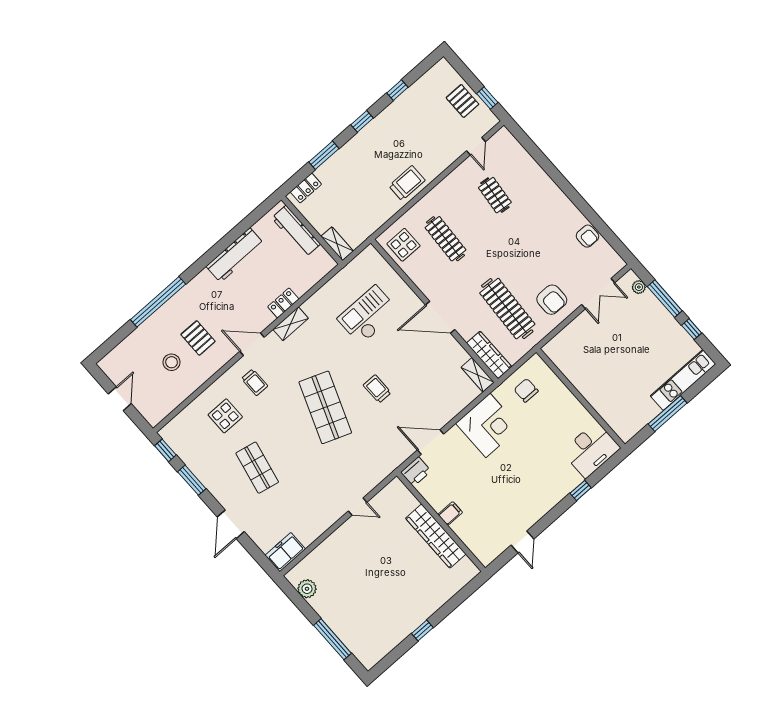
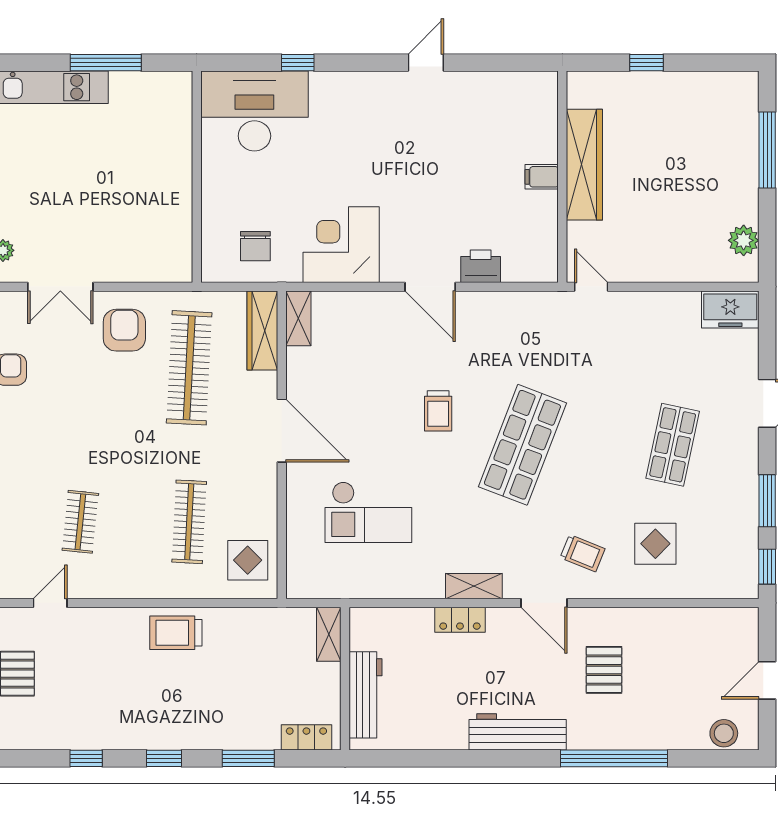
workbench: (235, 255) -> (518, 732), moved
double door: (598, 294) -> (60, 287), swing flipped
stool: (172, 362) -> (724, 733), moved
trolley: (255, 382) -> (583, 553), turned 112
desk: (591, 450) -> (254, 111), width x1.36, depth x1.30
filing cabinet: (450, 513) -> (542, 177), moved
wall: (441, 522) -> (562, 177), moved
wardrobe: (436, 536) -> (584, 165), moved

